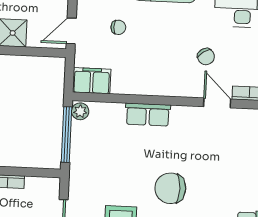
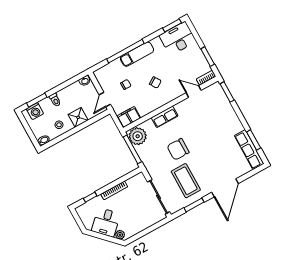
chair: (206, 57) -> (155, 82), moved
plant: (80, 111) -> (138, 136), width x1.88, depth x1.88
chair: (170, 188) -> (178, 149), moved

